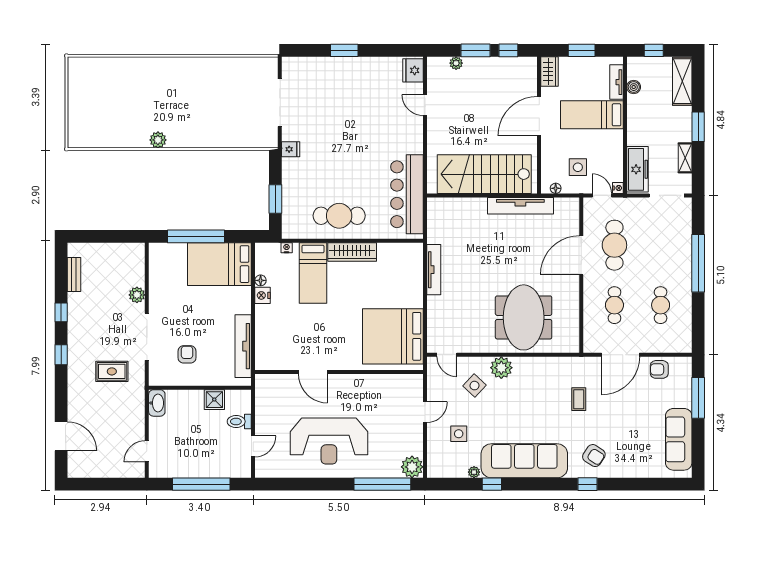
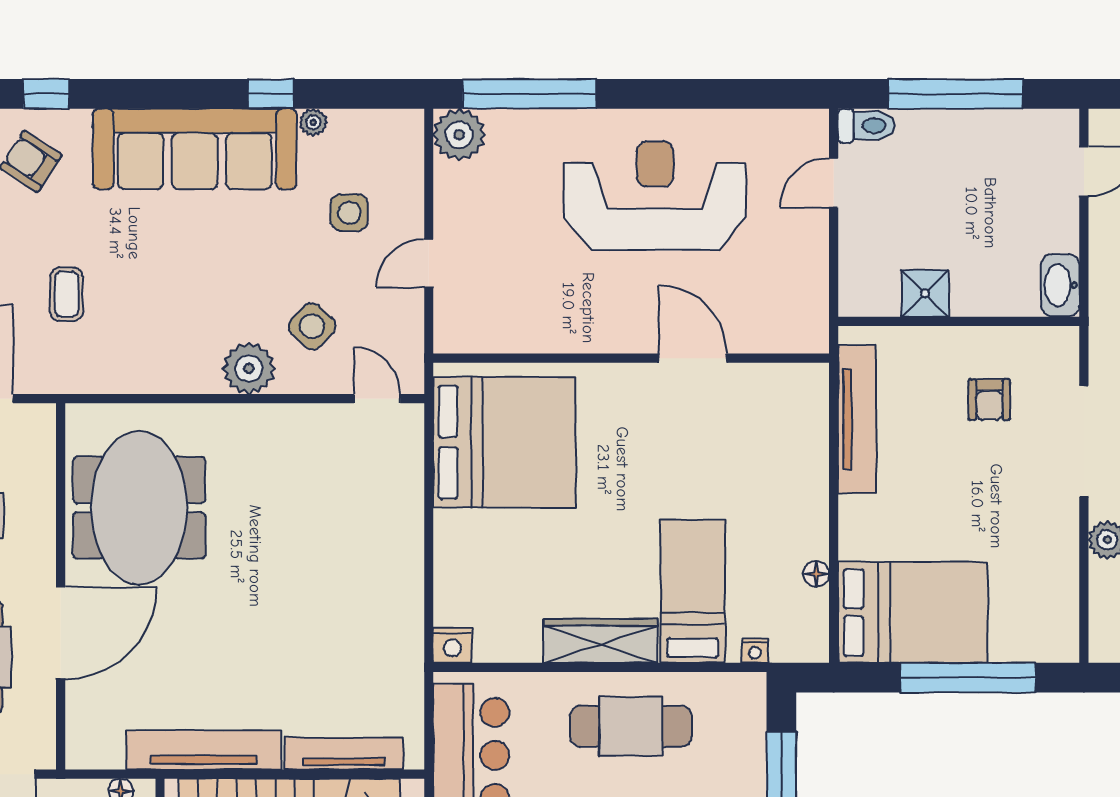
tv unit: (434, 270) -> (344, 754), moved, turned 90
nightstand: (262, 295) -> (452, 645), moved, turned 90
meeting table: (524, 317) -> (139, 508), moved
toilet: (239, 422) -> (866, 126), moved

